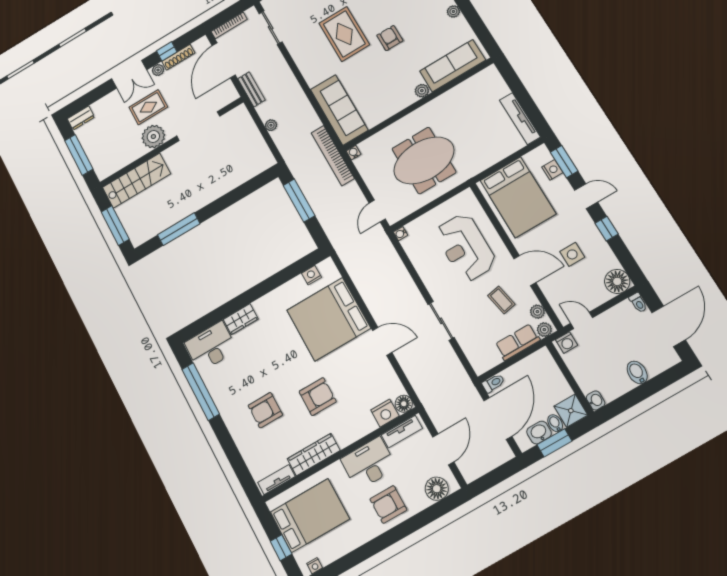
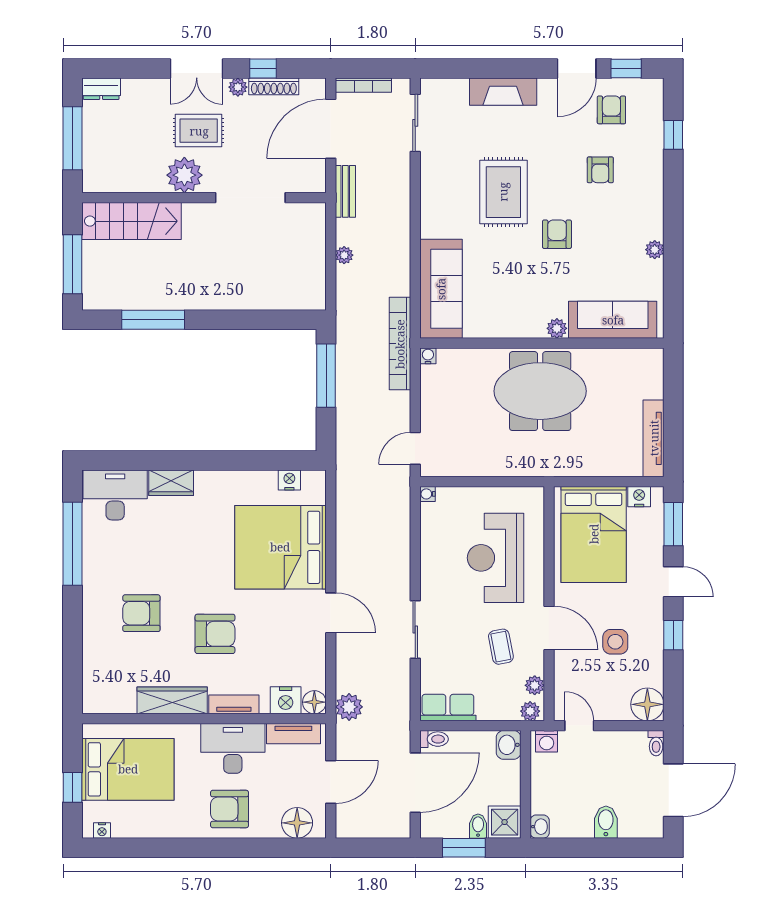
meeting table: (424, 160) -> (540, 391), moved
nightstand: (552, 170) -> (639, 497), moved, turned -90
row of seats: (518, 342) -> (448, 708), moved
plant: (427, 394) -> (349, 707), added
washbasin: (539, 433) -> (509, 745), moved, turned -90
tv unit: (276, 480) -> (234, 704), moved

